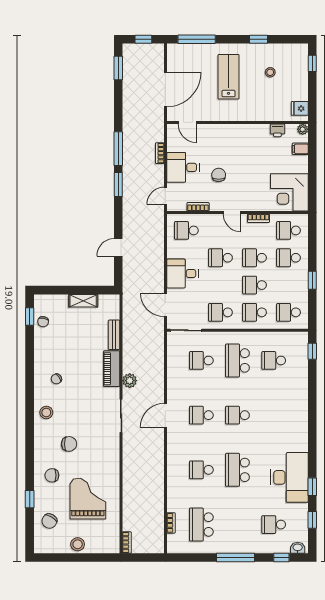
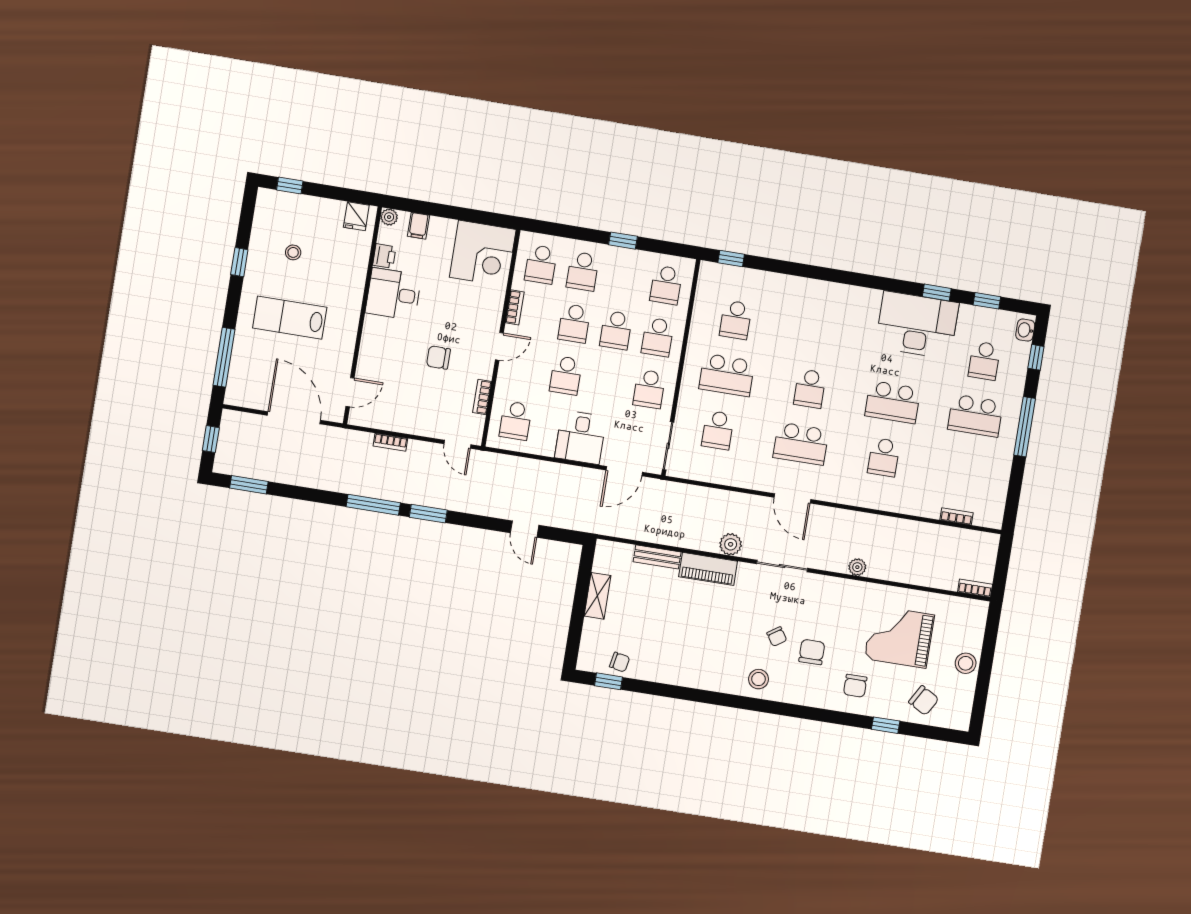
desk: (183, 167) -> (393, 294), moved, turned 90
chair: (56, 379) -> (777, 637), moved
school desk: (201, 415) -> (801, 444), width x1.85
plant: (128, 464) -> (857, 567), added
school desk: (201, 525) -> (975, 416), moved

